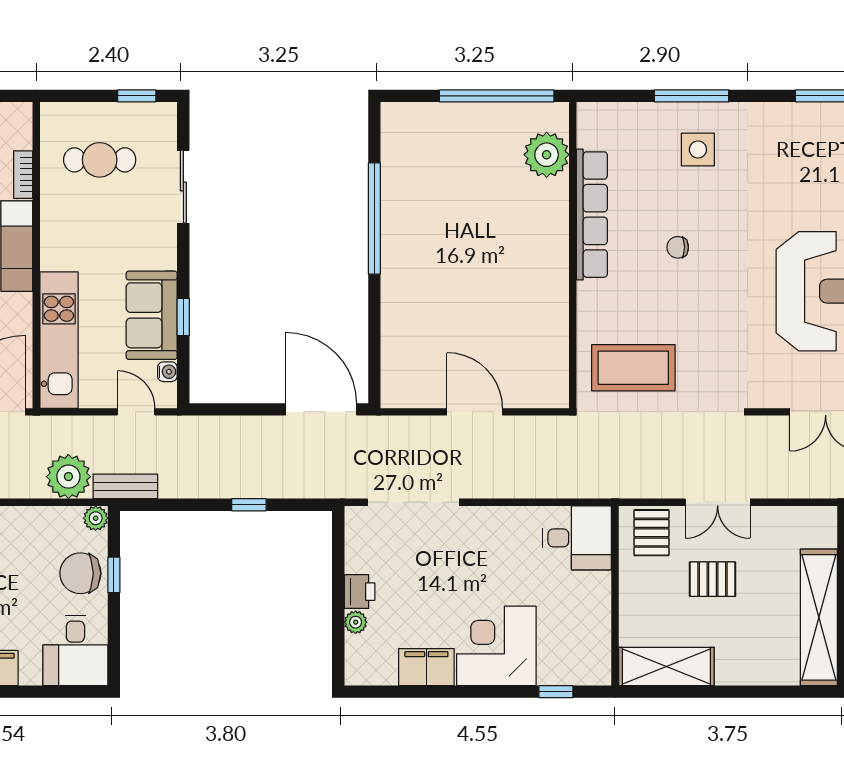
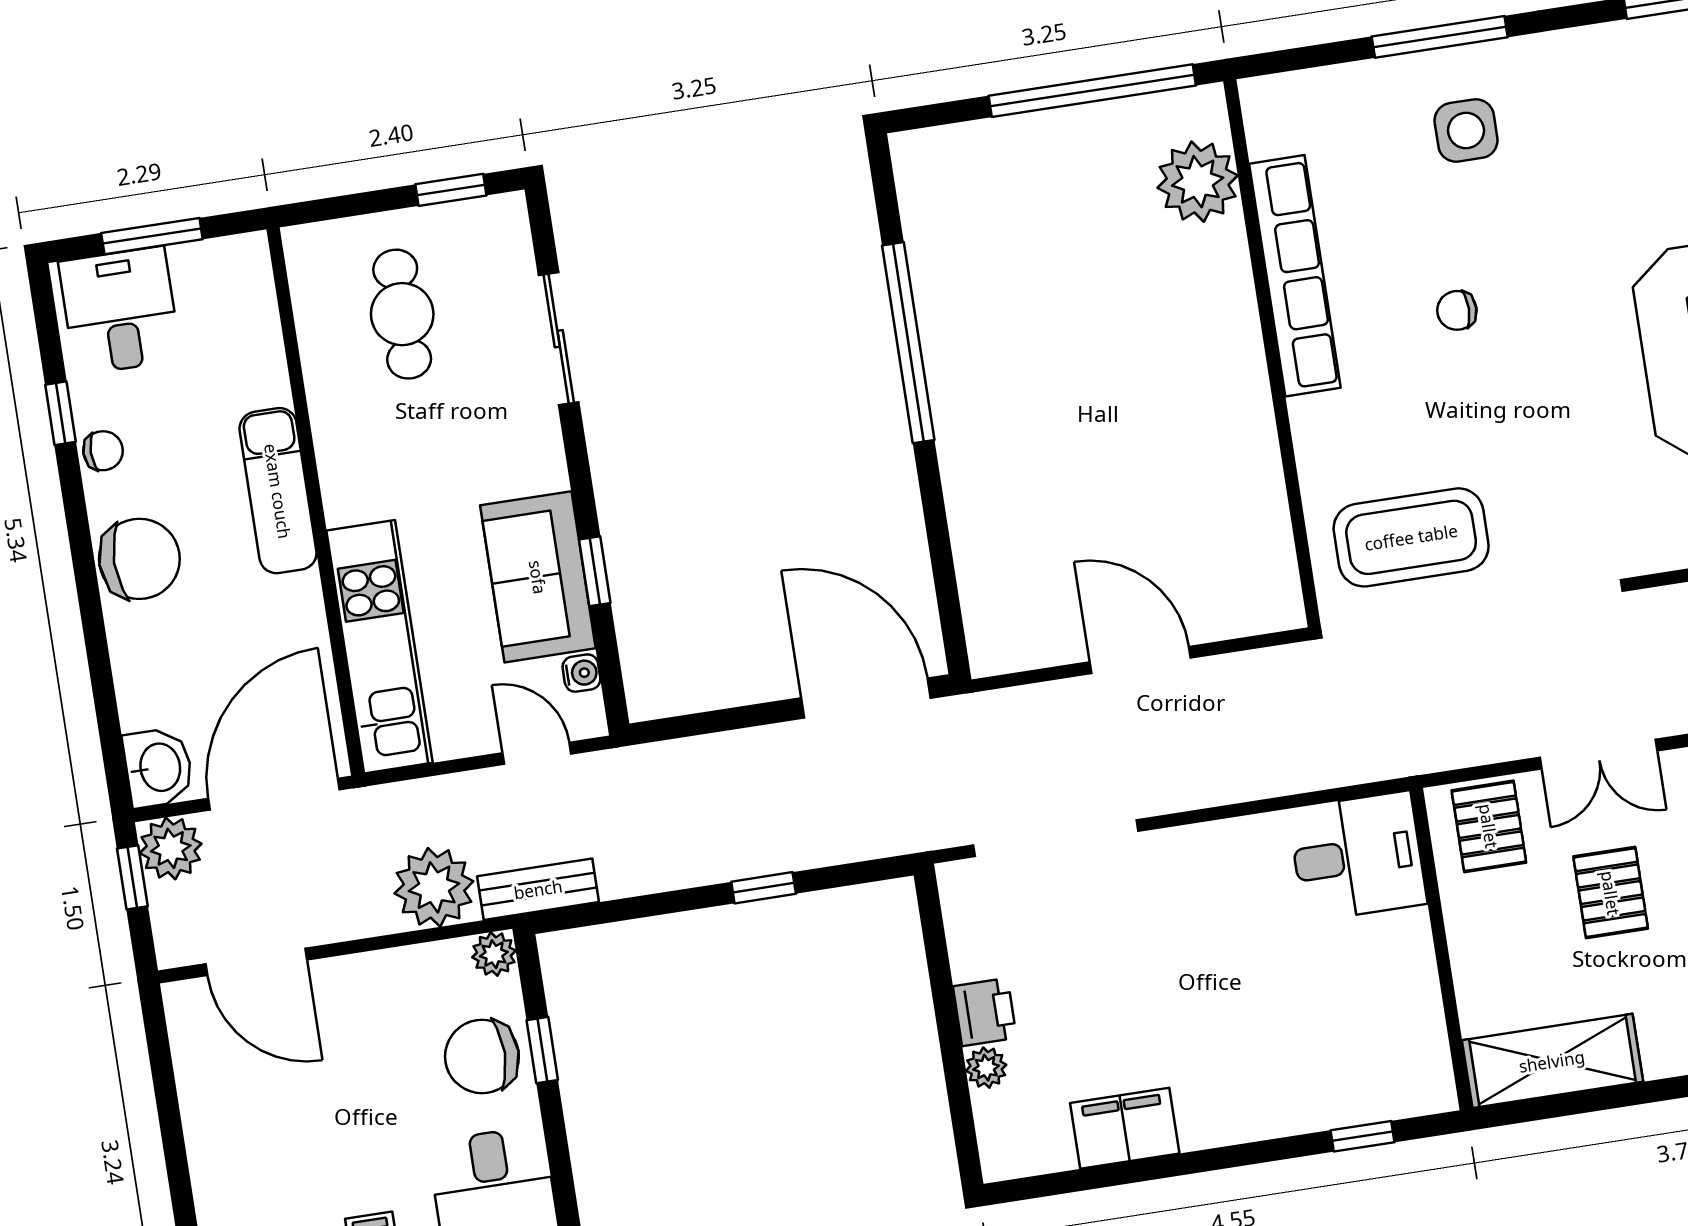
cafe table: (100, 160) -> (402, 314), turned 90
bookcase: (23, 175) -> (270, 361), removed
pallet: (713, 579) -> (1611, 893), turned 90
corner desk: (496, 646) -> (1244, 1071), removed

